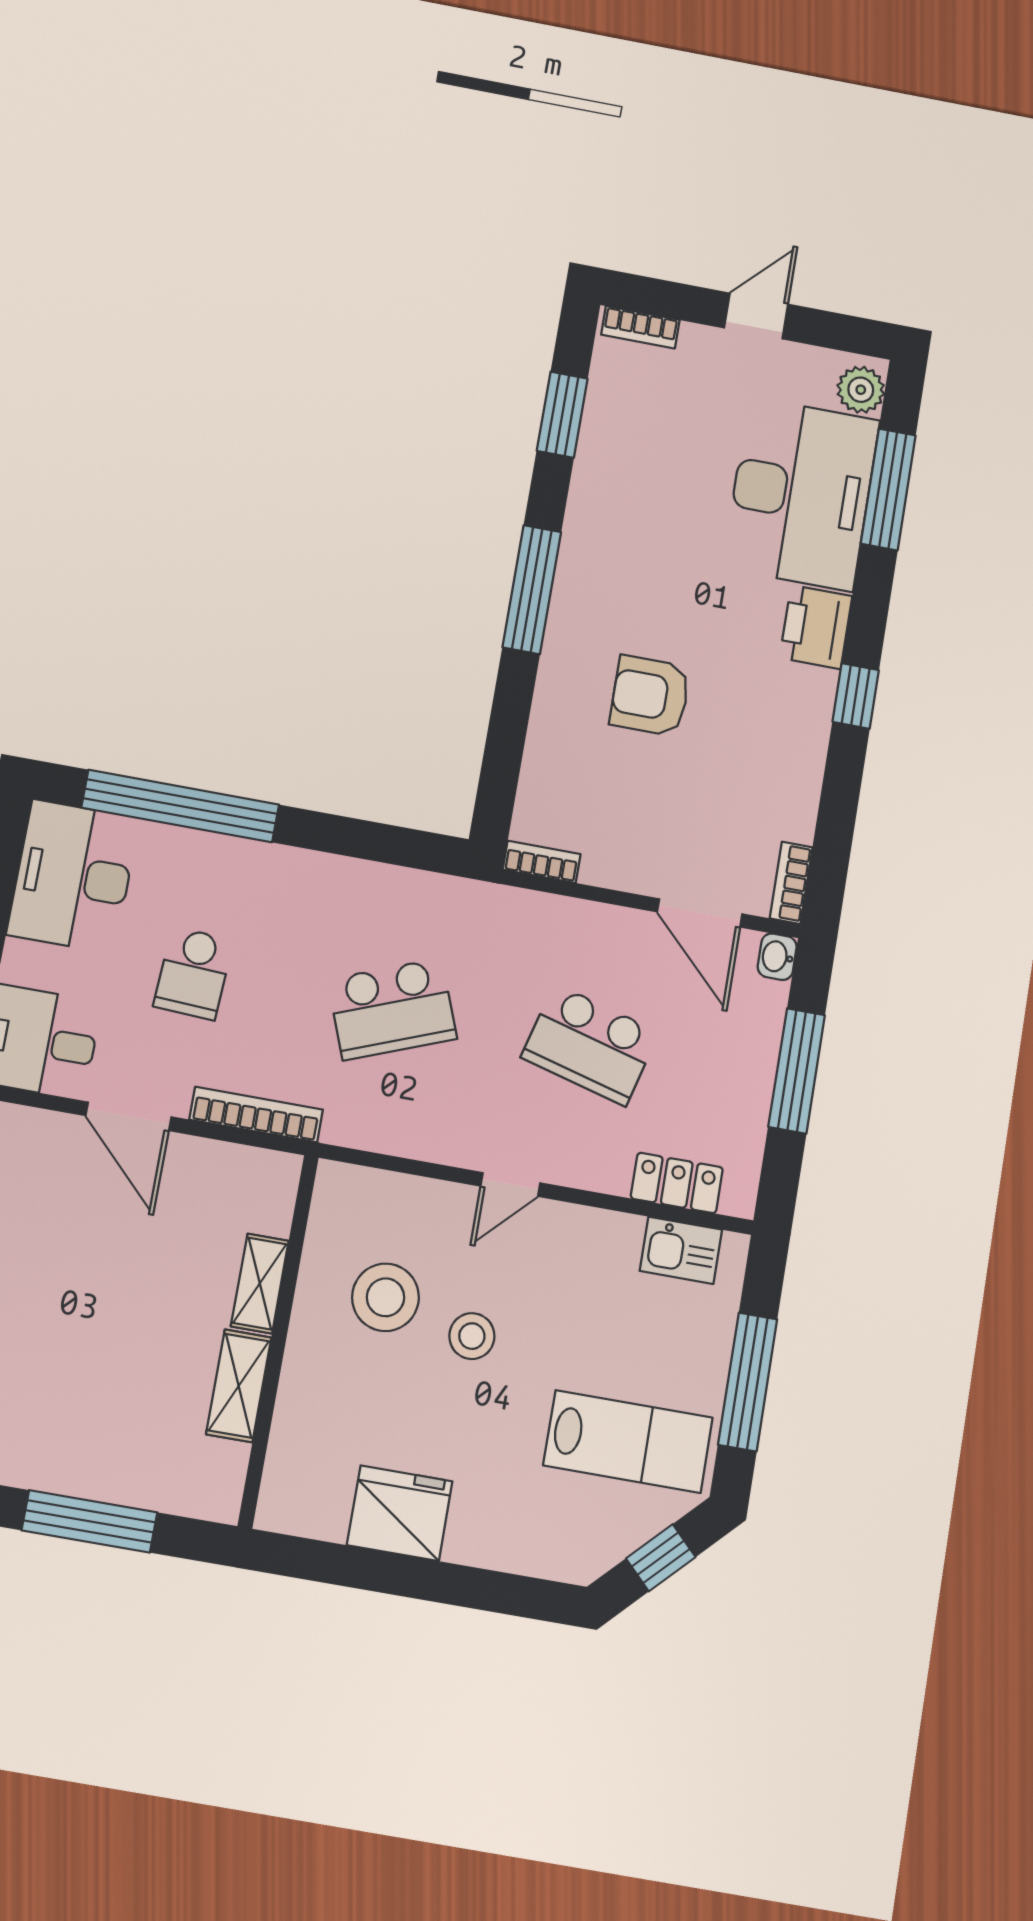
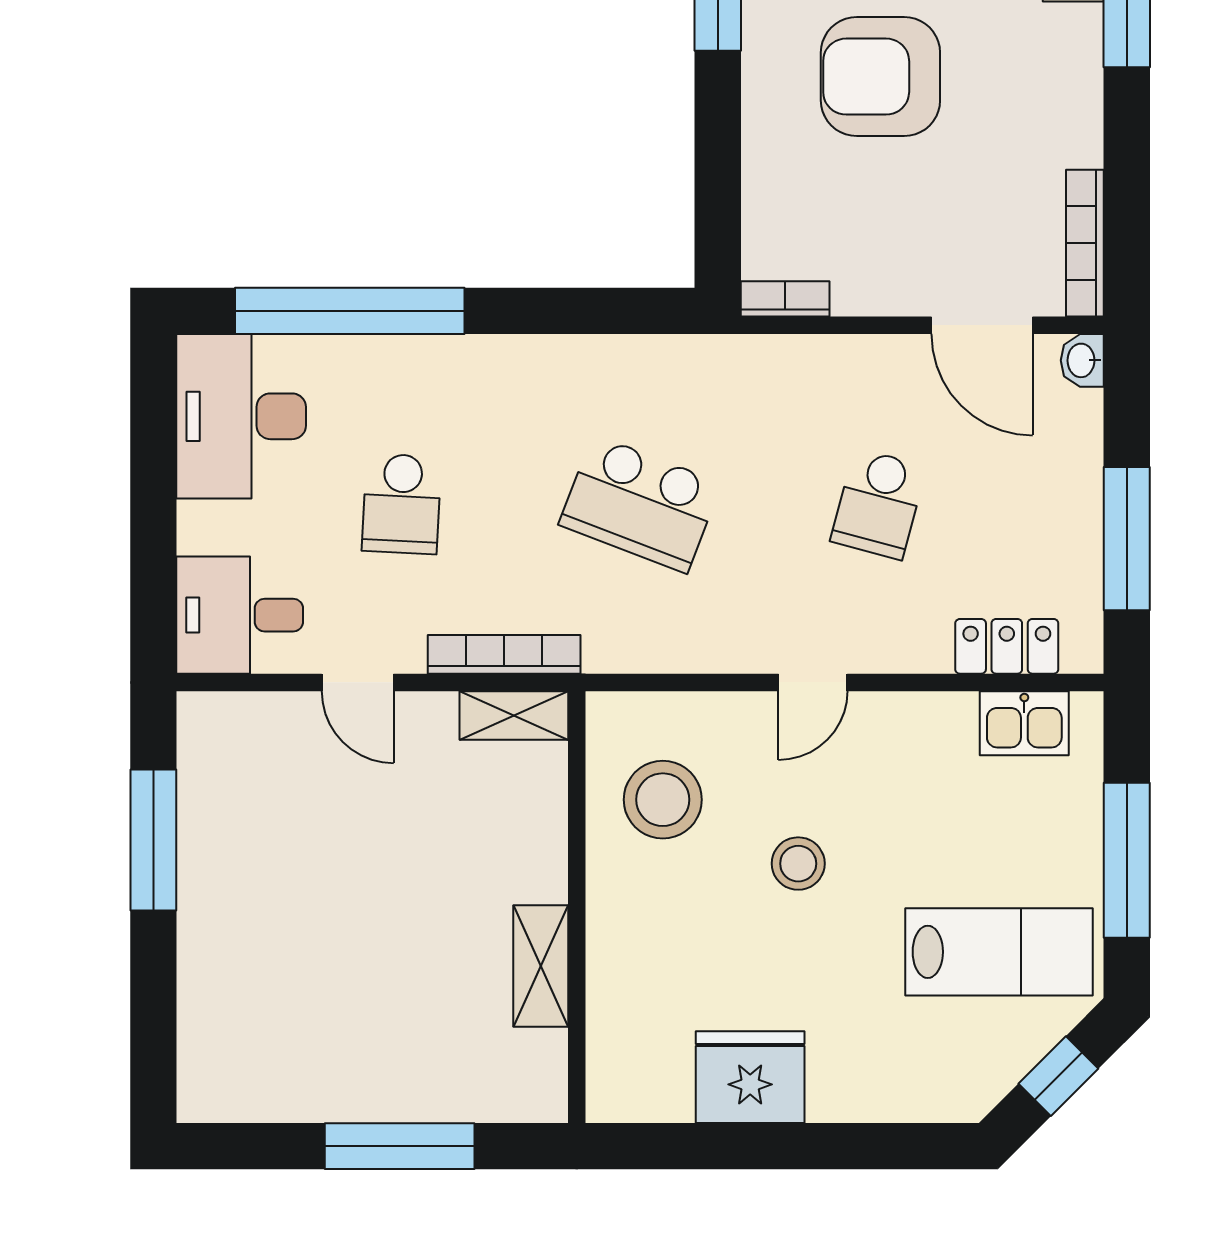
armchair: (650, 696) -> (880, 77), width x1.36, depth x1.36
bookcase: (791, 883) -> (1085, 243), width x1.56
school desk: (392, 1009) -> (640, 504), turned 42
school desk: (590, 1045) -> (878, 504), width x0.54
window: (797, 1071) -> (1127, 539), moved
door: (129, 1116) -> (358, 682), width x0.73
shelving: (260, 1284) -> (514, 715), moved, turned 90
stool: (385, 1297) -> (663, 800), moved

